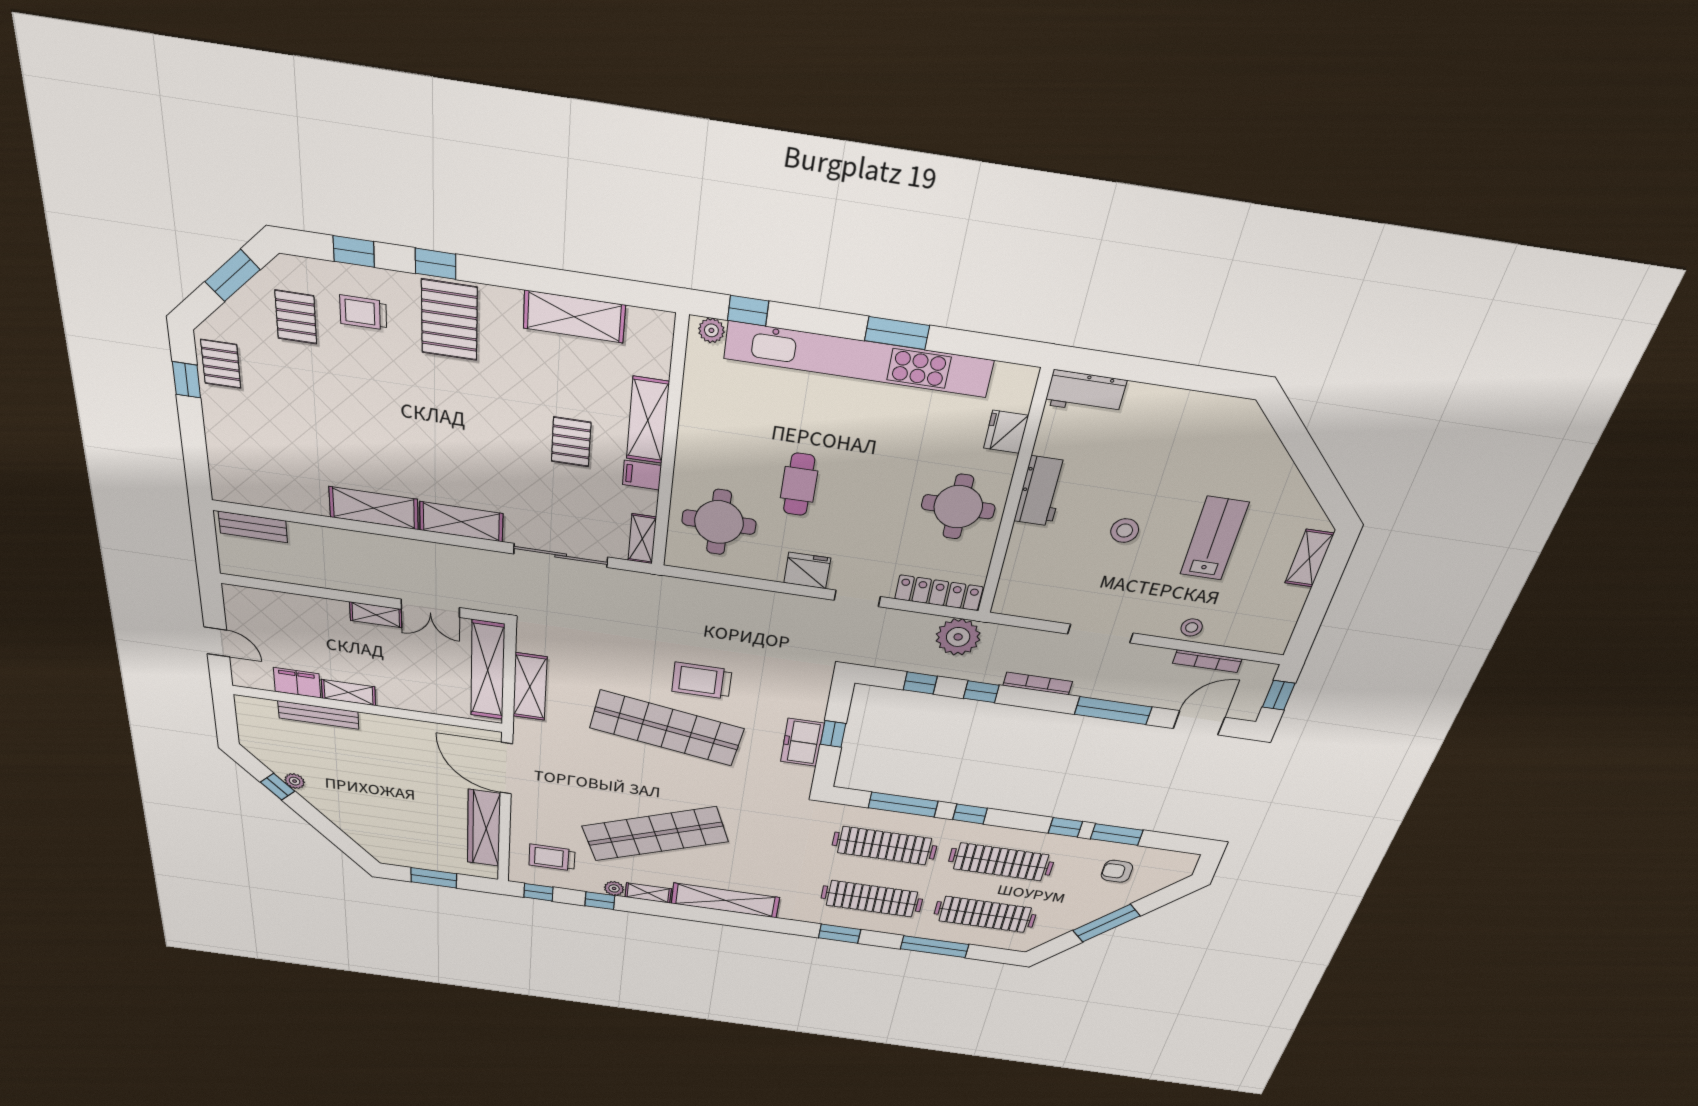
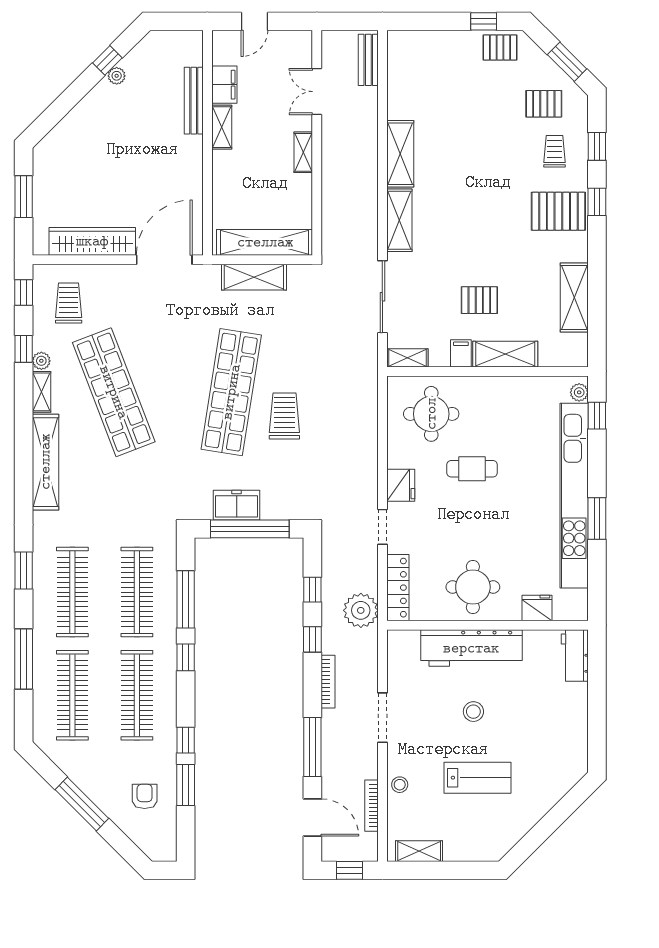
workbench: (1041, 491) -> (471, 648), width x1.88, depth x1.32
shelving: (1309, 558) -> (419, 851), moved
double door: (430, 608) -> (317, 92), moved
window: (833, 734) -> (250, 529), width x3.17

